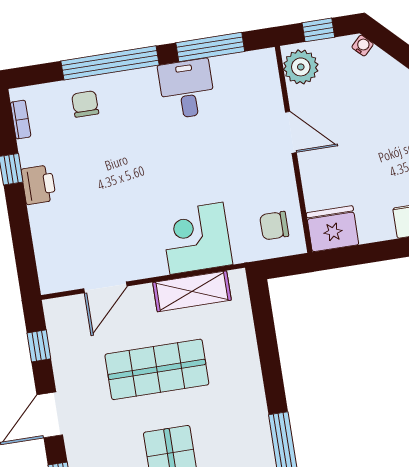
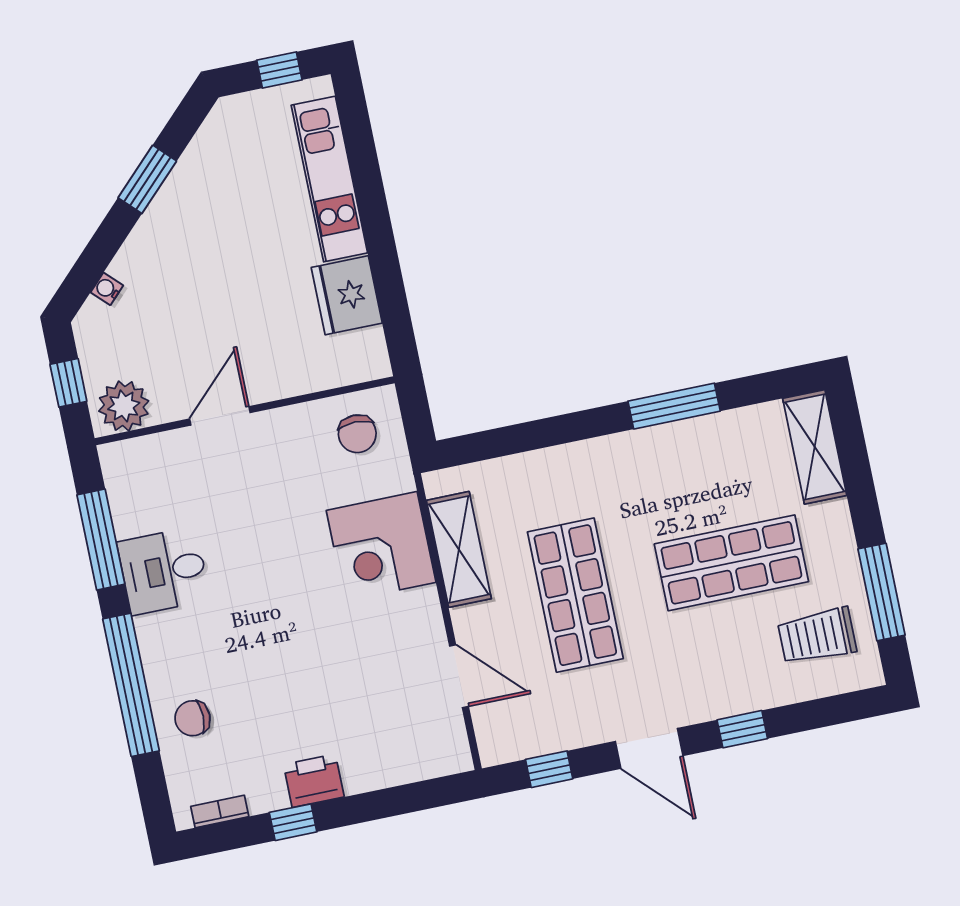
water cooler: (363, 46) -> (107, 289), moved
fridge: (333, 229) -> (347, 295), moved

